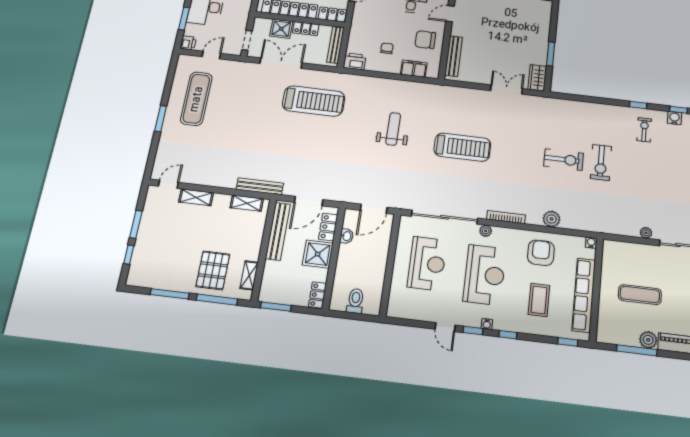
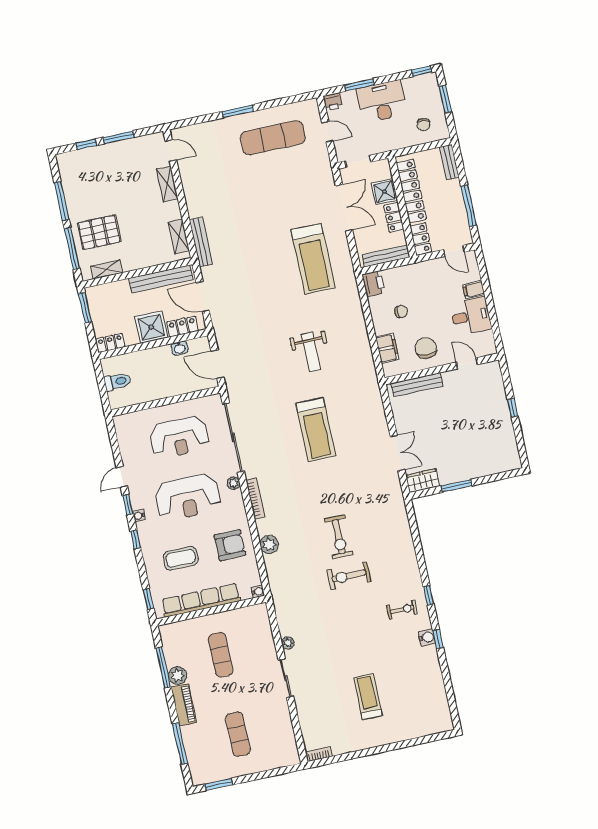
weight bench: (393, 129) -> (311, 352), turned 90

